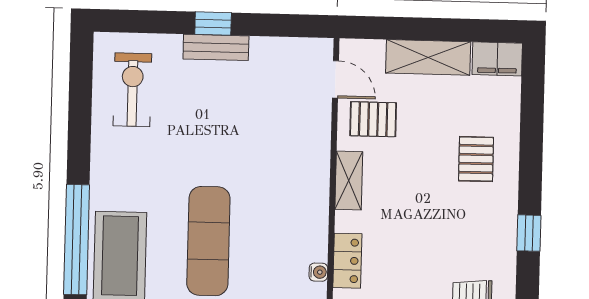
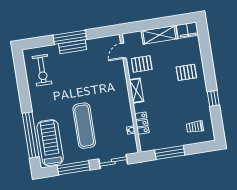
window: (213, 23) -> (70, 37), width x2.17
door: (335, 79) -> (123, 51), swing flipped
exercise bike: (132, 90) -> (42, 70), turned 180
pallet: (476, 159) -> (186, 72), turned 90

